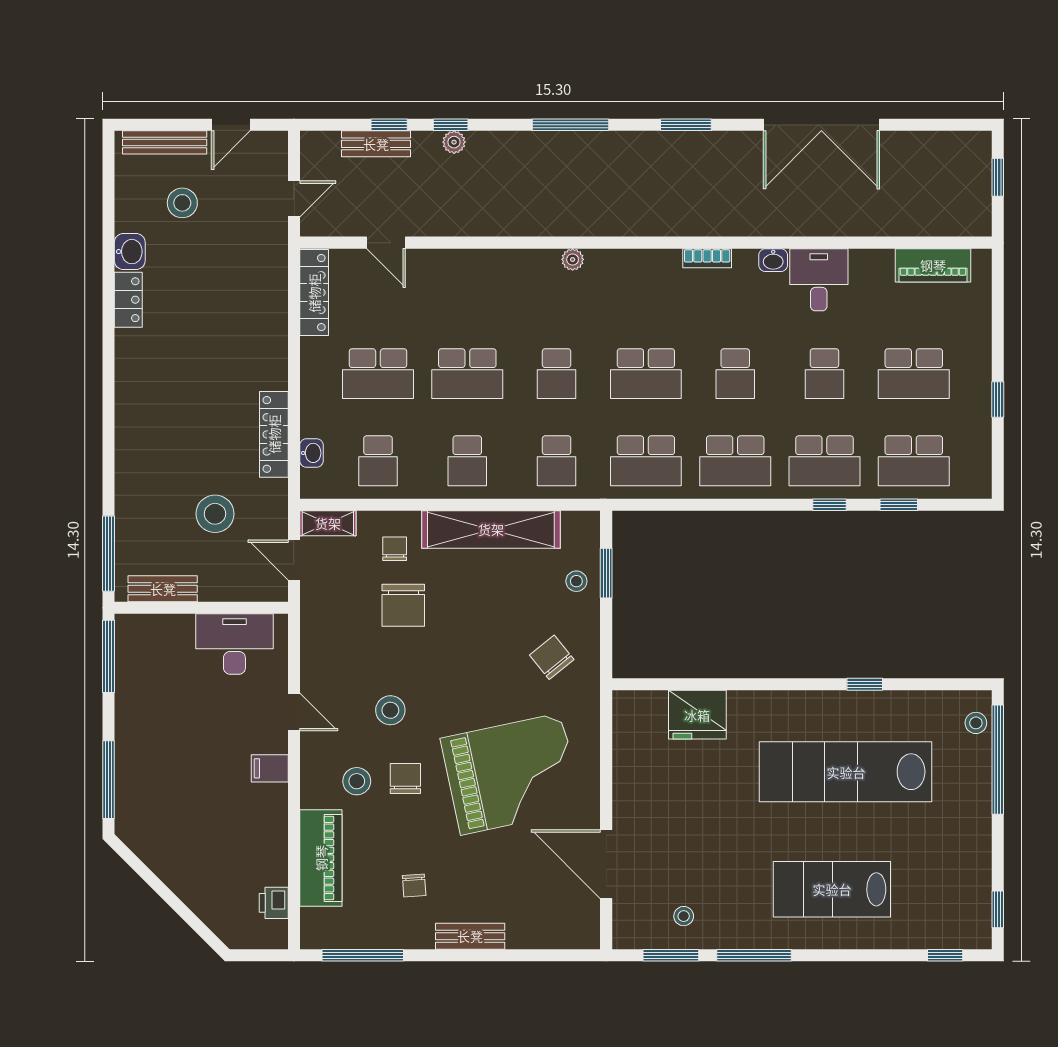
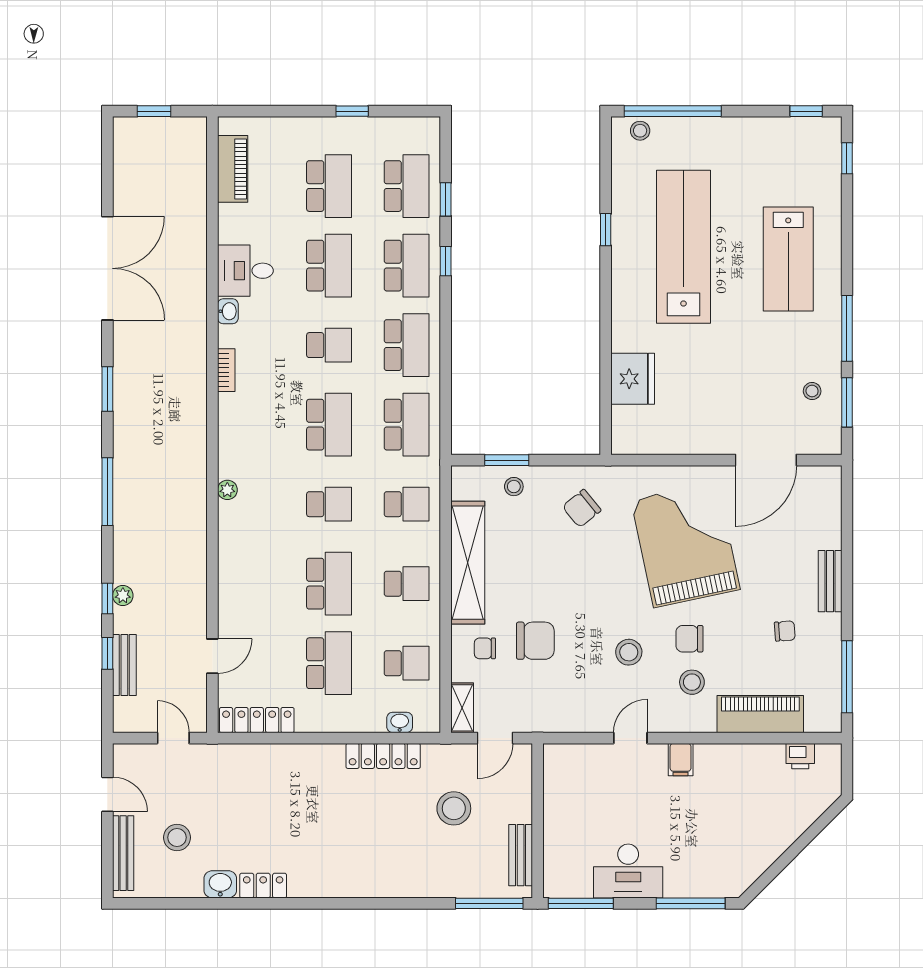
school desk: (824, 374) -> (329, 266), width x1.85
desk: (234, 644) -> (628, 871), moved, turned -90
lab bench: (846, 772) -> (683, 247), turned 180

